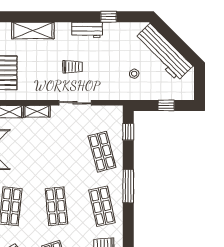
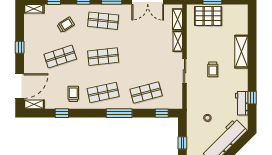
workbench: (87, 30) -> (242, 103), moved
shelving: (33, 31) -> (241, 52), moved

